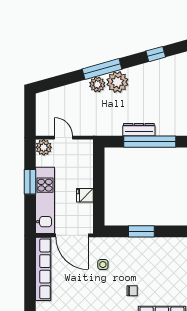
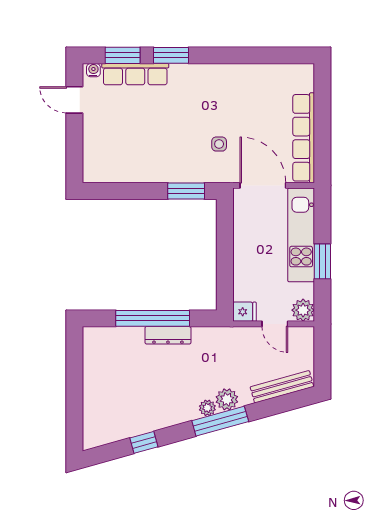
plant: (117, 82) -> (207, 408), width x0.53, depth x0.53
bench: (59, 93) -> (282, 387), added
fridge: (85, 195) -> (245, 312), moved
window: (141, 231) -> (186, 191), moved
chair: (132, 291) -> (178, 107), removed

